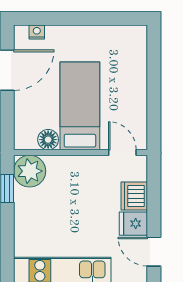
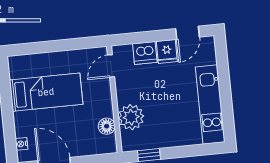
bed: (80, 106) -> (46, 92), moved, turned 180
plant: (30, 171) -> (131, 117), moved

